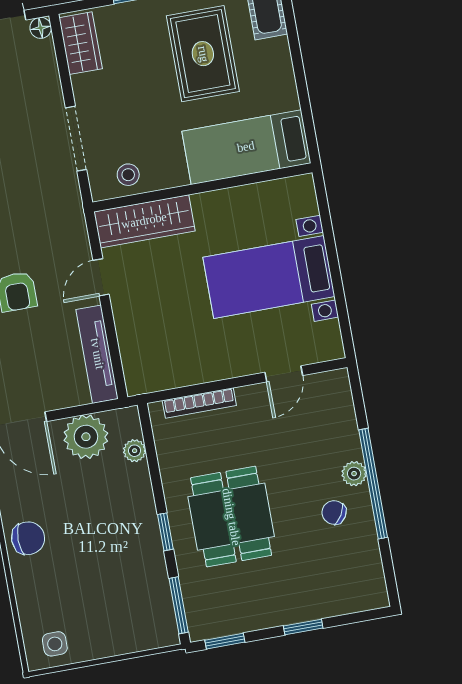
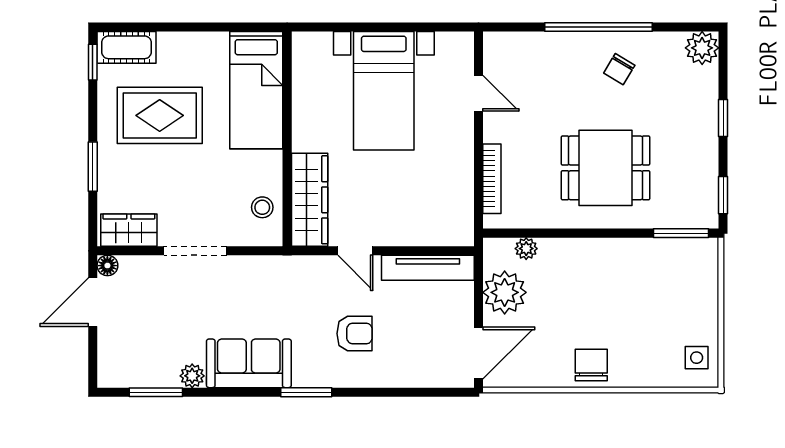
doorway: (76, 139) -> (195, 251), moved
plant: (354, 474) -> (702, 48), moved, width x1.38, depth x1.38
window: (165, 532) -> (609, 233), removed

